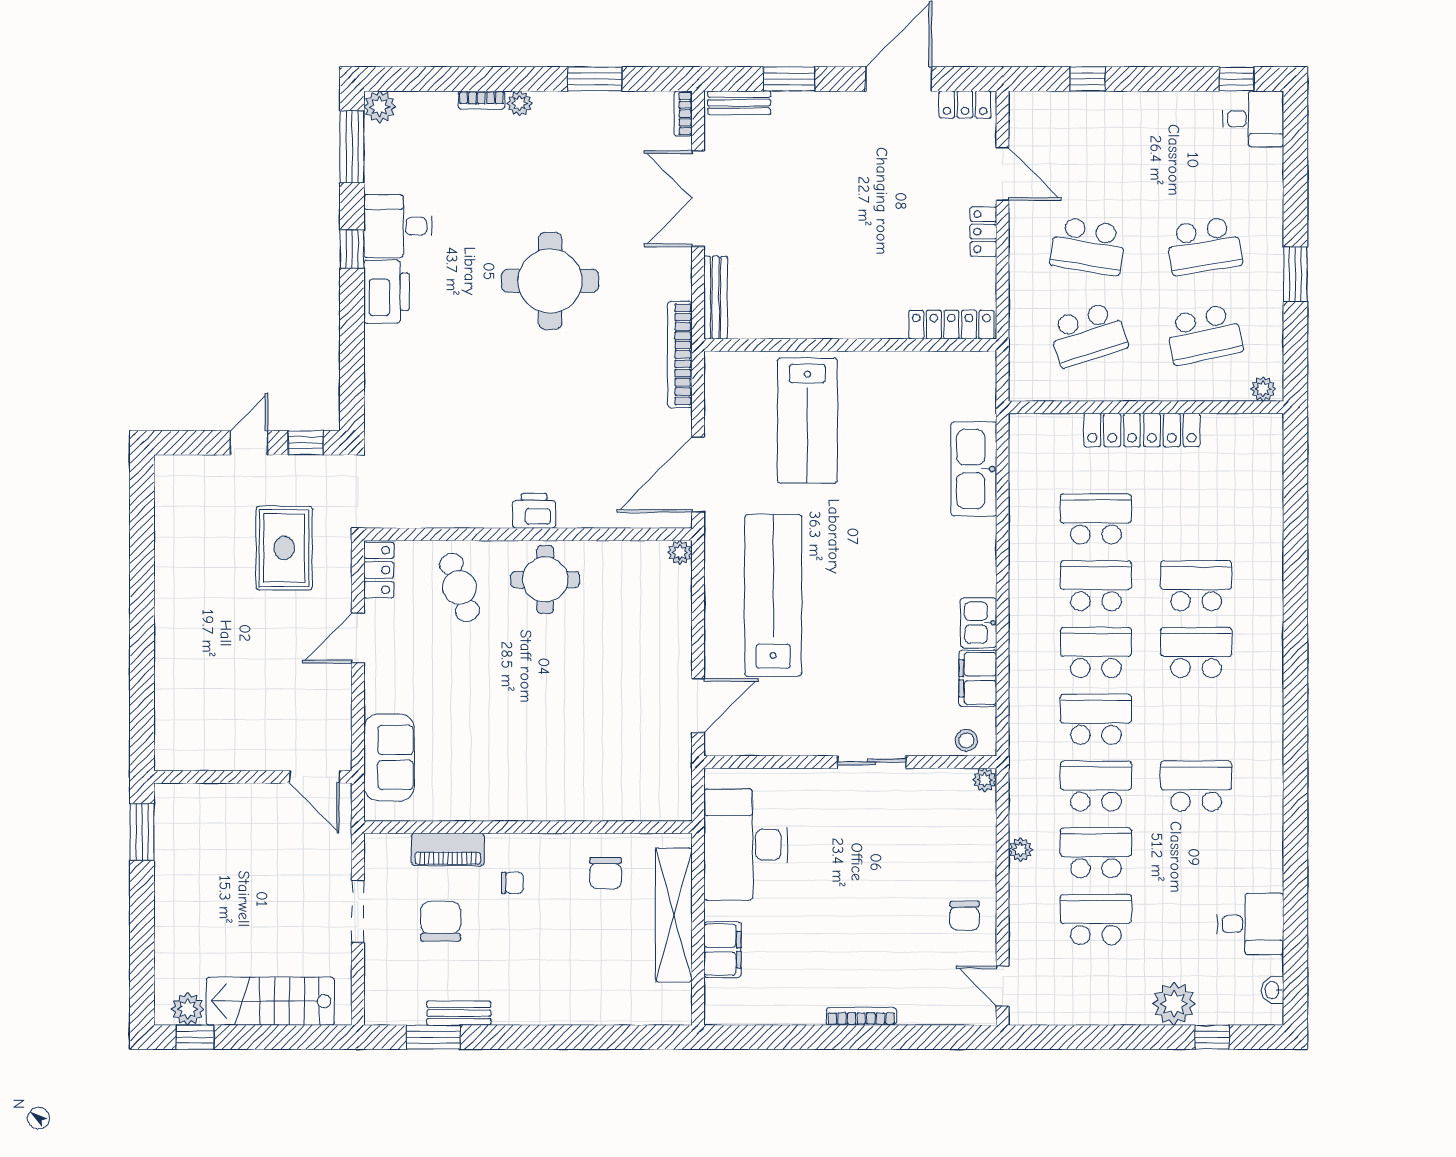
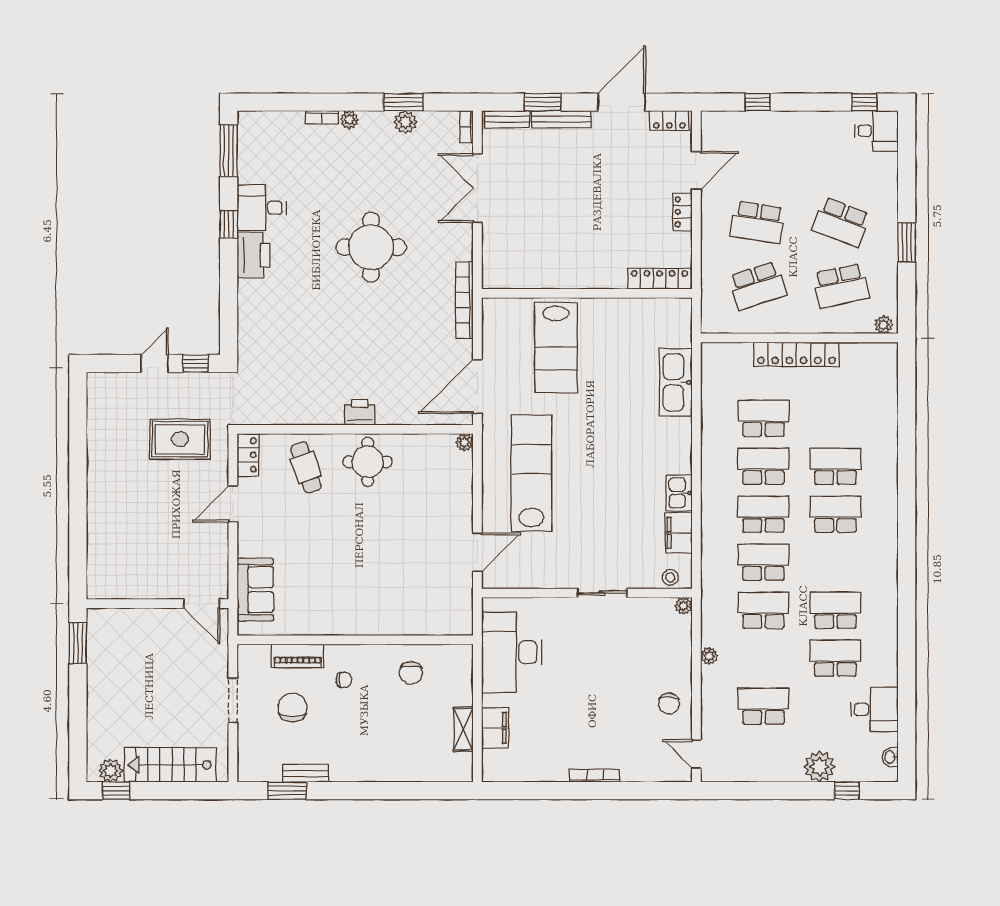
plant: (380, 107) -> (405, 122), moved
door: (1003, 174) -> (696, 170), hinge flipped
school desk: (1204, 246) -> (841, 222), turned 30
bench: (716, 298) -> (561, 119), moved, turned 90
rug: (284, 548) -> (180, 439), turned 90
school desk: (1096, 853) -> (835, 658), moved
shelving: (674, 915) -> (463, 729), width x0.45, depth x0.75

